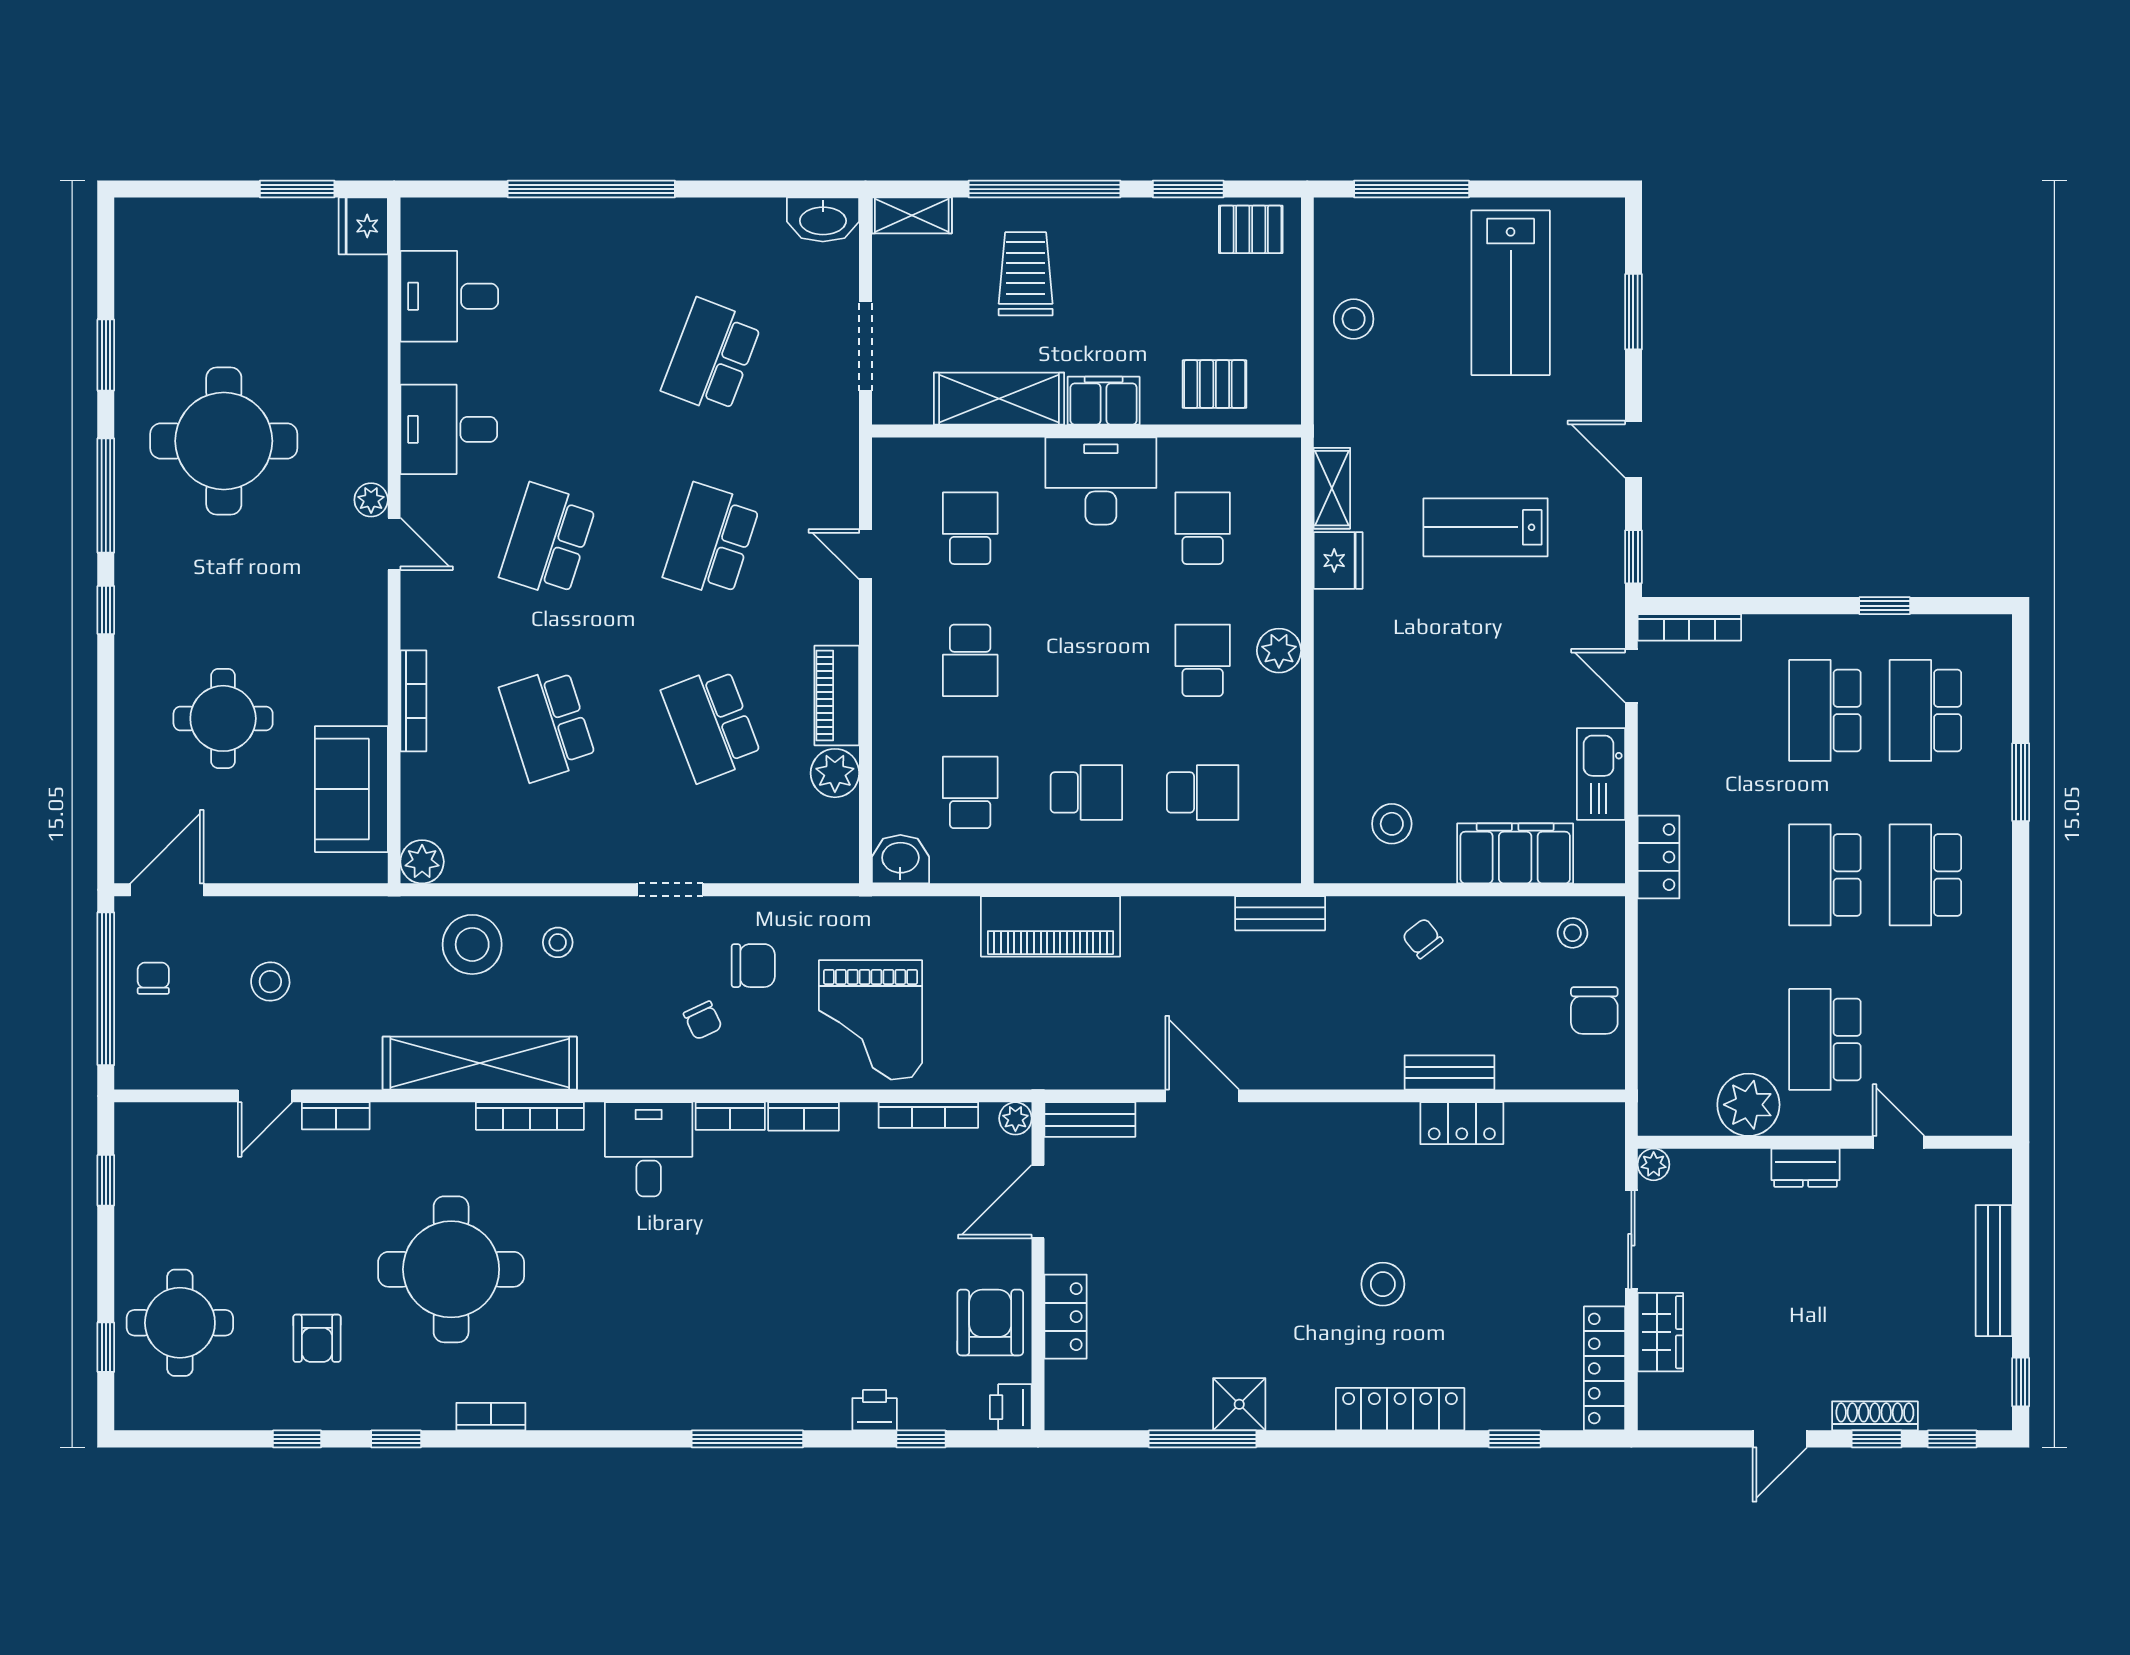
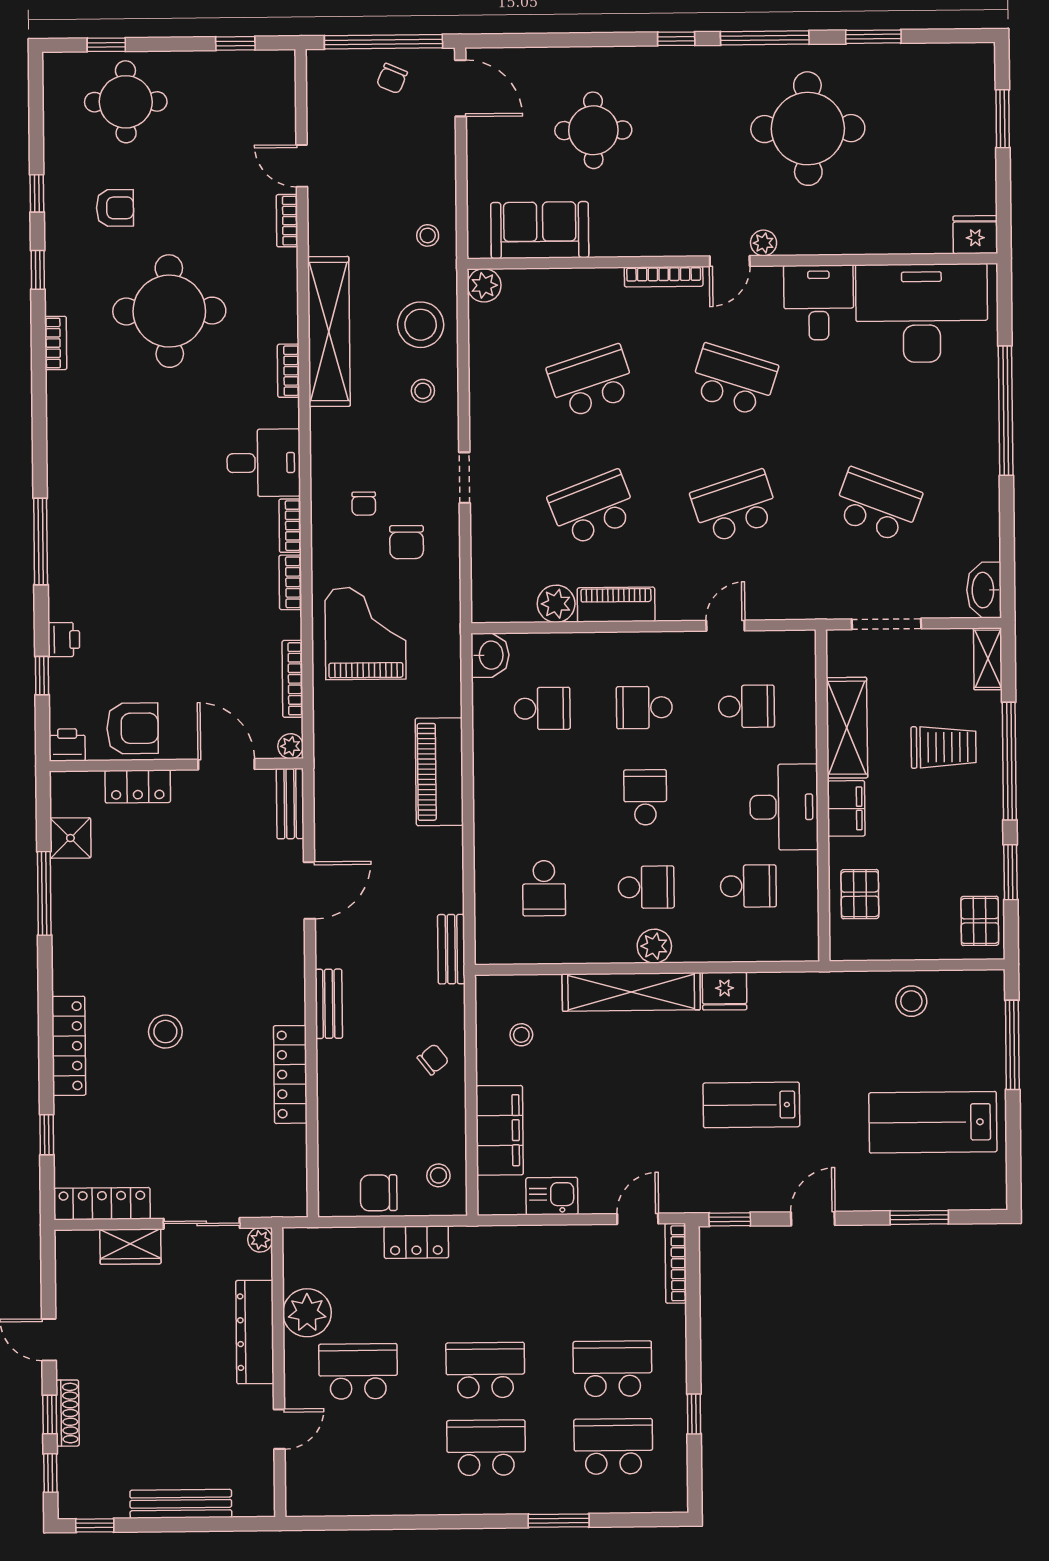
window: (297, 189) -> (1003, 119), moved
desk: (449, 296) -> (922, 313), width x1.87, depth x1.30
shelving: (1332, 488) -> (631, 992), moved, width x2.20, depth x1.33
lab bench: (1486, 527) -> (751, 1105), turned -90
school desk: (712, 540) -> (735, 507), turned -36
bookcase: (413, 701) -> (664, 277), moved
kitchen sink: (1601, 774) -> (552, 1196), width x0.73
school desk: (1086, 792) -> (645, 797), moved, turned 180
stool: (1392, 824) -> (521, 1035), width x0.73, depth x0.73
locker: (1659, 857) -> (416, 1242), moved
chair: (153, 978) -> (392, 78), turned 113
stool: (270, 982) -> (428, 235), moved, width x0.73, depth x0.73
chair: (703, 1020) -> (364, 504), turned -65
grand piano: (871, 1020) -> (365, 633), turned 90
bench: (1449, 1072) -> (329, 1004), moved
bookcase: (530, 1116) -> (288, 371), width x0.64
locker: (1462, 1123) -> (290, 1074), width x1.53
dresser: (1805, 1168) -> (255, 1332), width x1.96, depth x1.24
armchair: (317, 1338) -> (115, 208), turned 180
shower: (1239, 1404) -> (70, 838), moved

